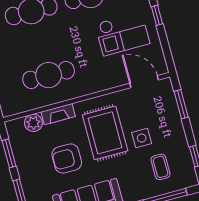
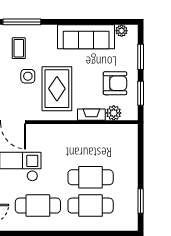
cafe table: (49, 75) -> (91, 177), moved
armchair: (67, 158) -> (115, 83), moved

